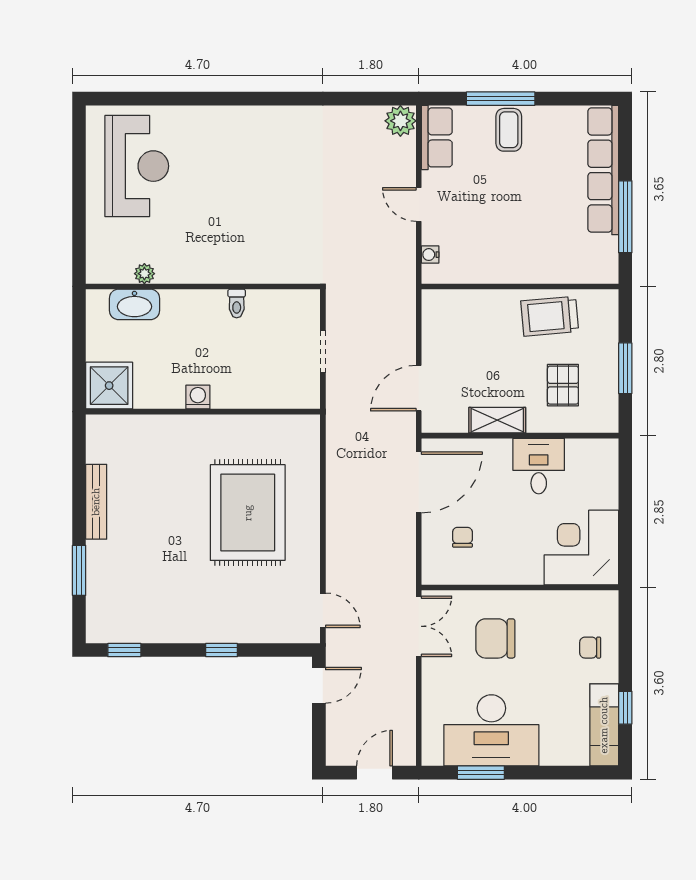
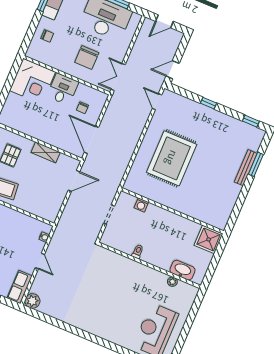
washing machine: (198, 397) -> (141, 205), moved
desk: (539, 466) -> (63, 89), moved, turned 180
door: (419, 482) -> (91, 140), hinge flipped
bench: (96, 502) -> (246, 168), moved
chair: (495, 638) -> (87, 58), turned 90

